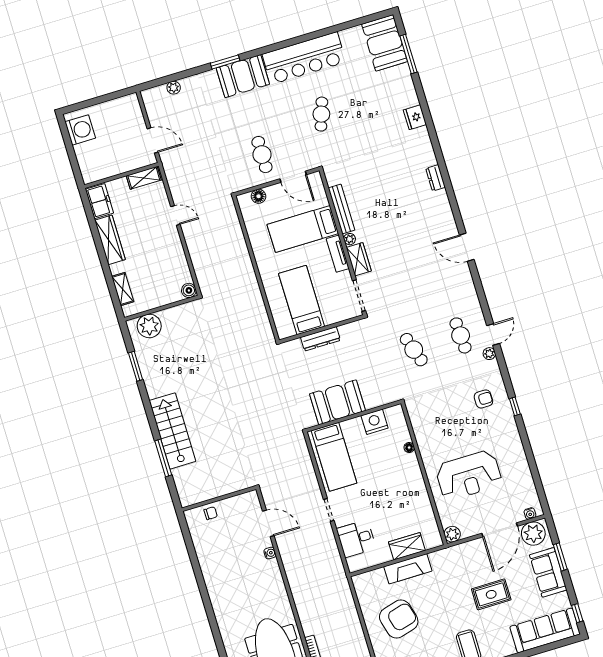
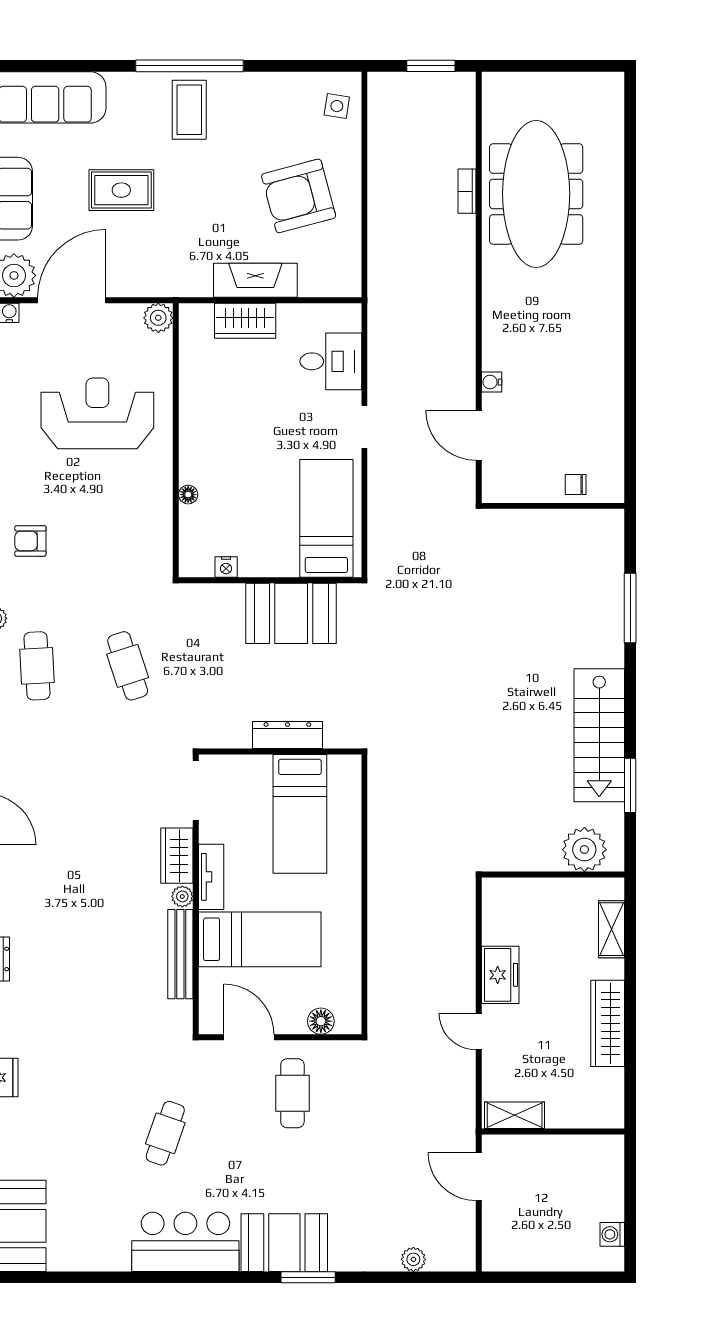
bar counter: (304, 58) -> (185, 1242), width x0.73
washing machine: (80, 130) -> (612, 1234), width x0.53, depth x0.53
freezer: (99, 201) -> (500, 975), moved, turned 180
boiler: (189, 290) -> (495, 891), removed
nightstand: (375, 422) -> (226, 567), width x0.53, depth x0.56
stairs: (172, 431) -> (599, 735), moved

